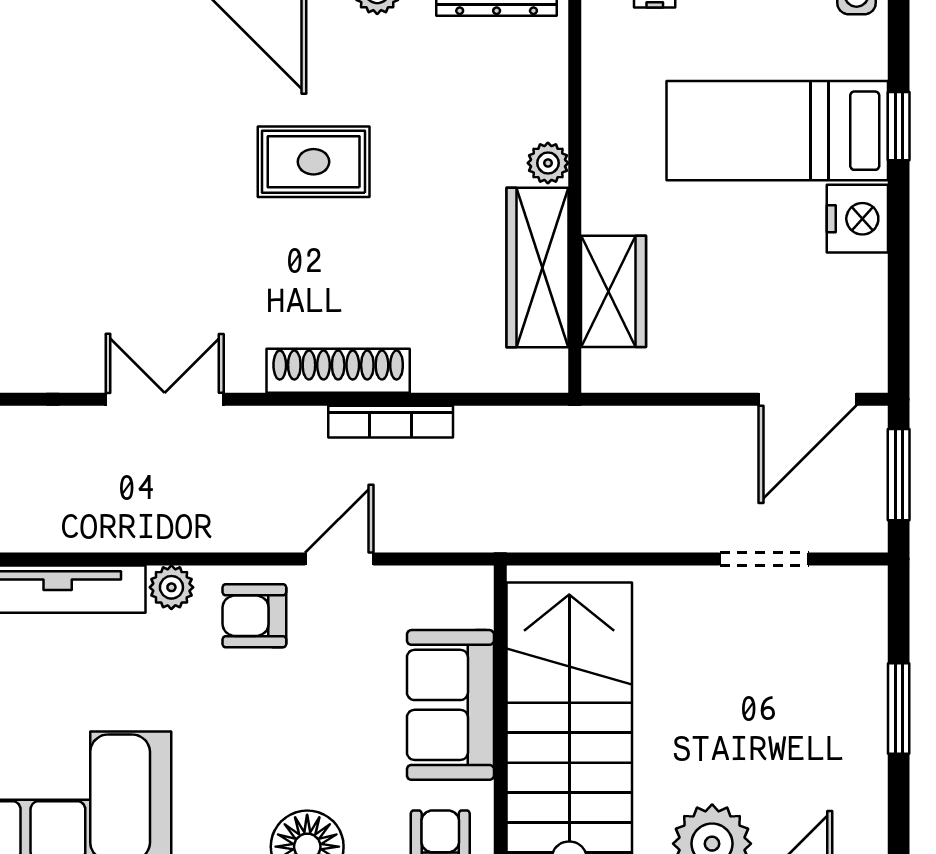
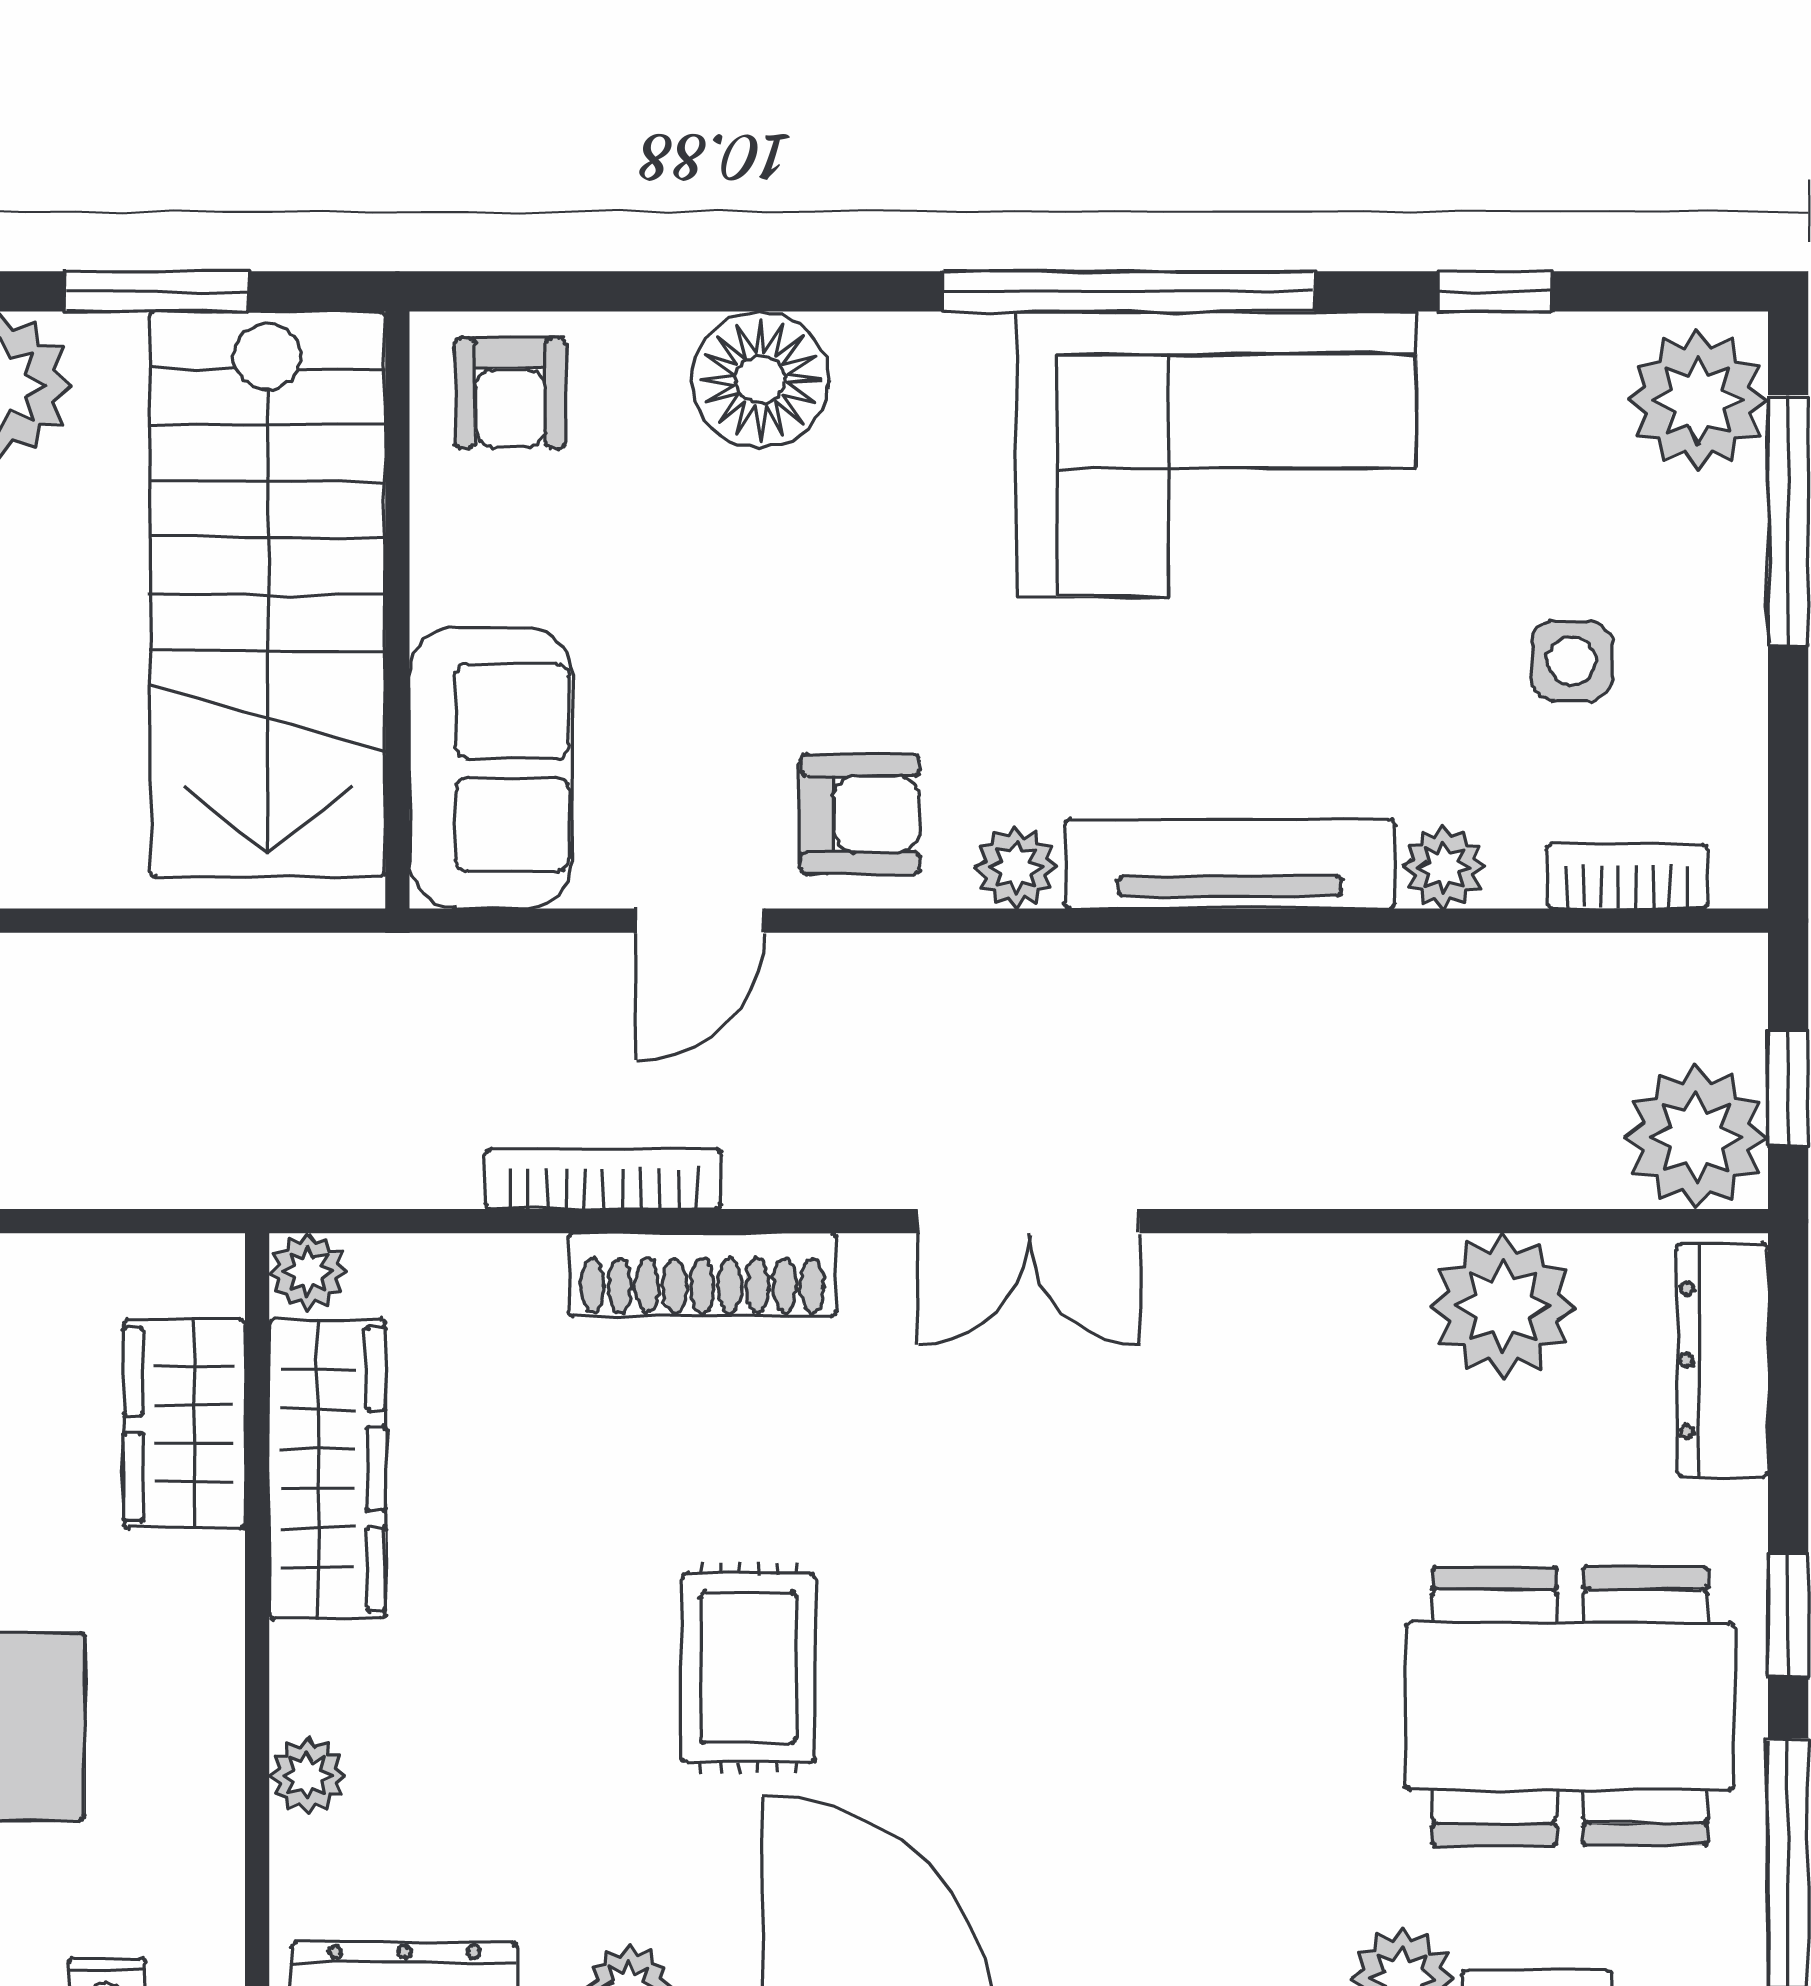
rug: (314, 162) -> (749, 1668), turned 90
plant: (548, 163) -> (308, 1775), moved
plant: (548, 372) -> (308, 1272), added
sofa: (450, 705) -> (491, 768), moved

